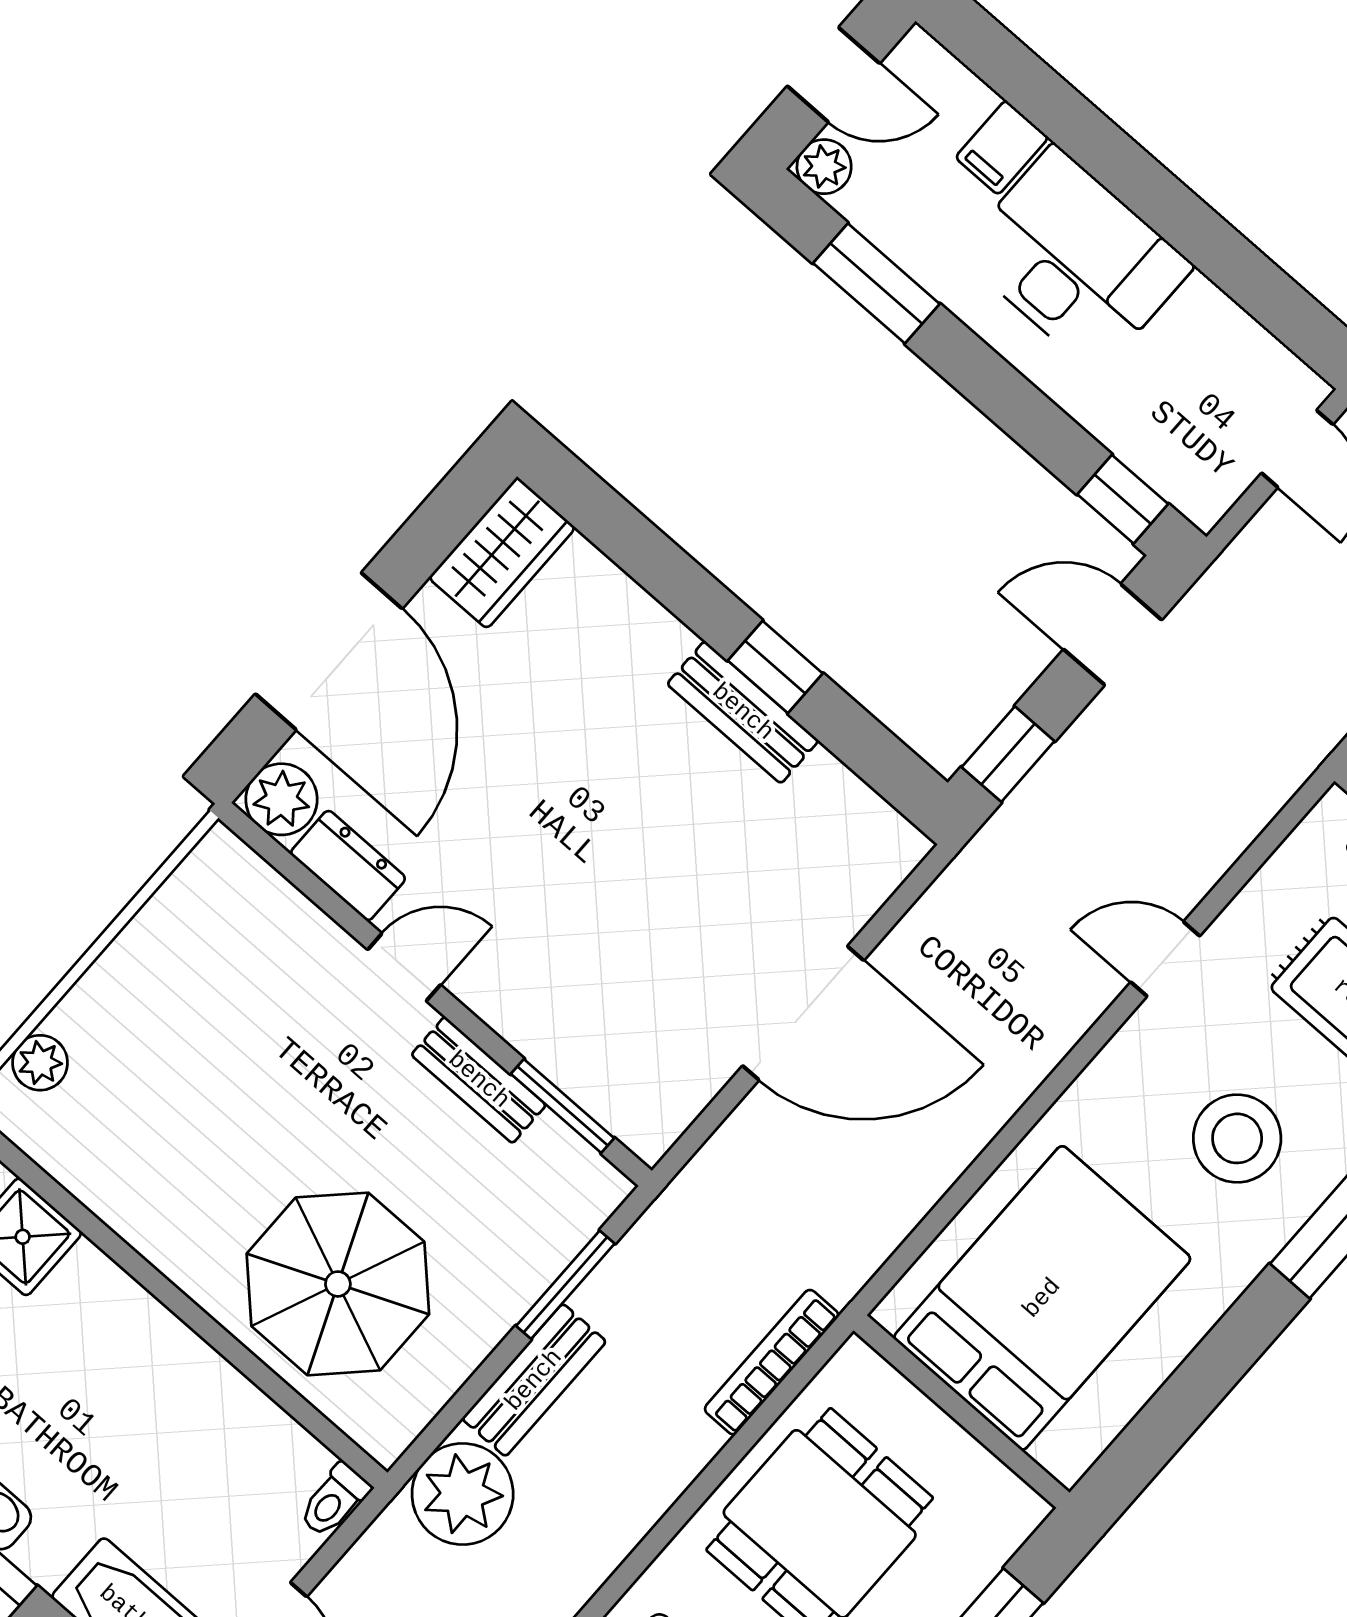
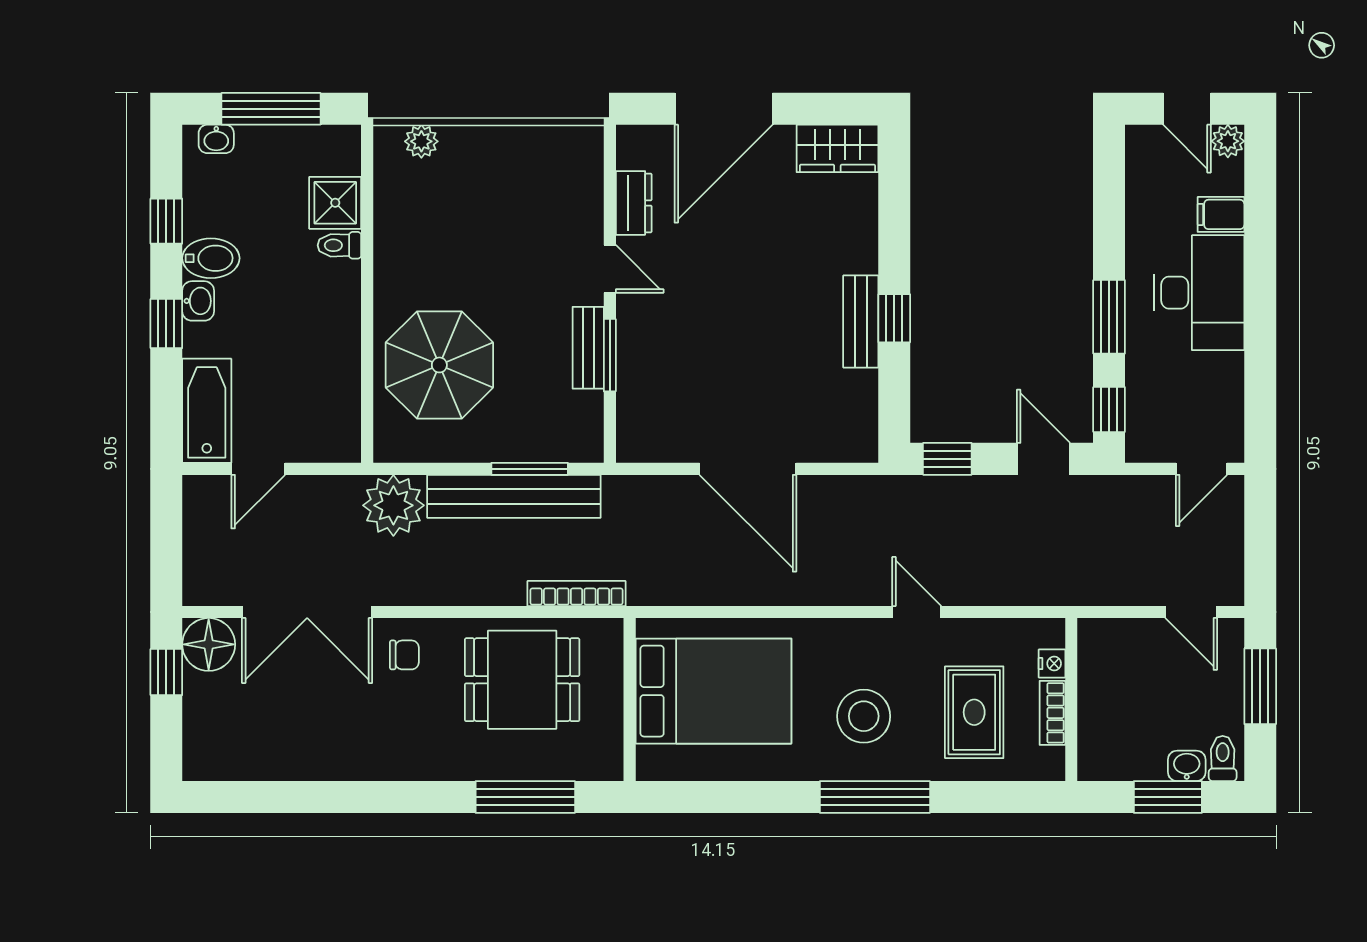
plant: (824, 167) -> (1228, 141), moved
window: (876, 283) -> (1109, 317), moved
plant: (281, 799) -> (637, 146), removed
window: (563, 1106) -> (610, 355), moved
bench: (534, 1380) -> (514, 496), width x1.86, depth x1.21
toilet: (334, 1500) -> (339, 245), moved

